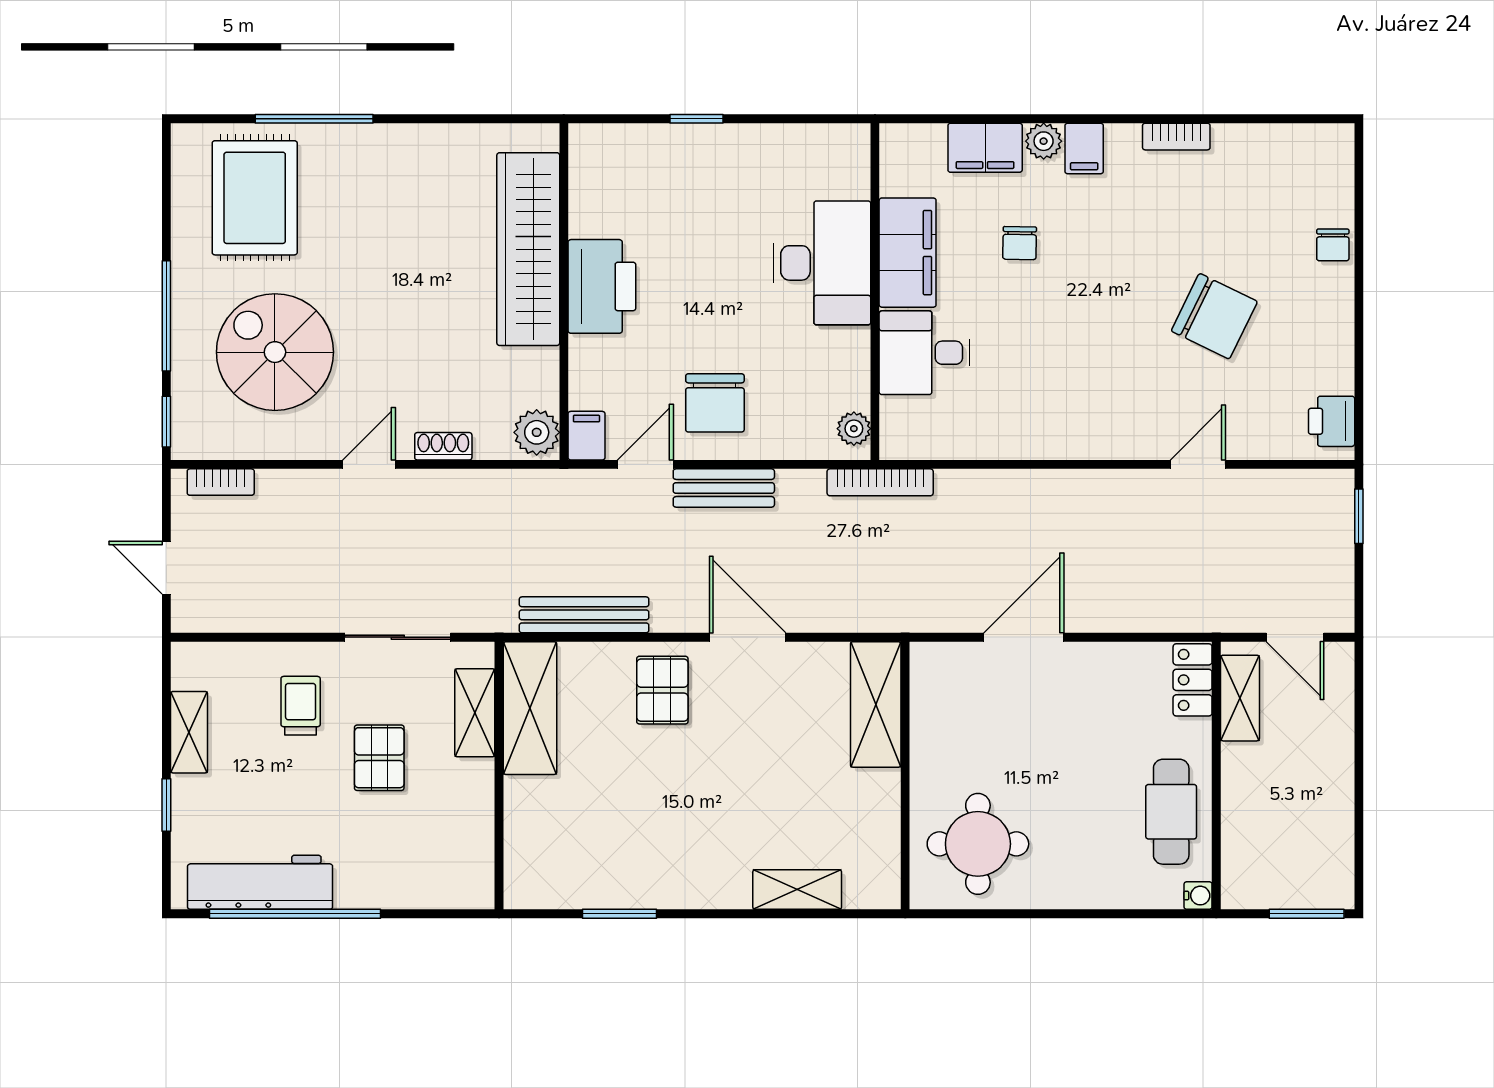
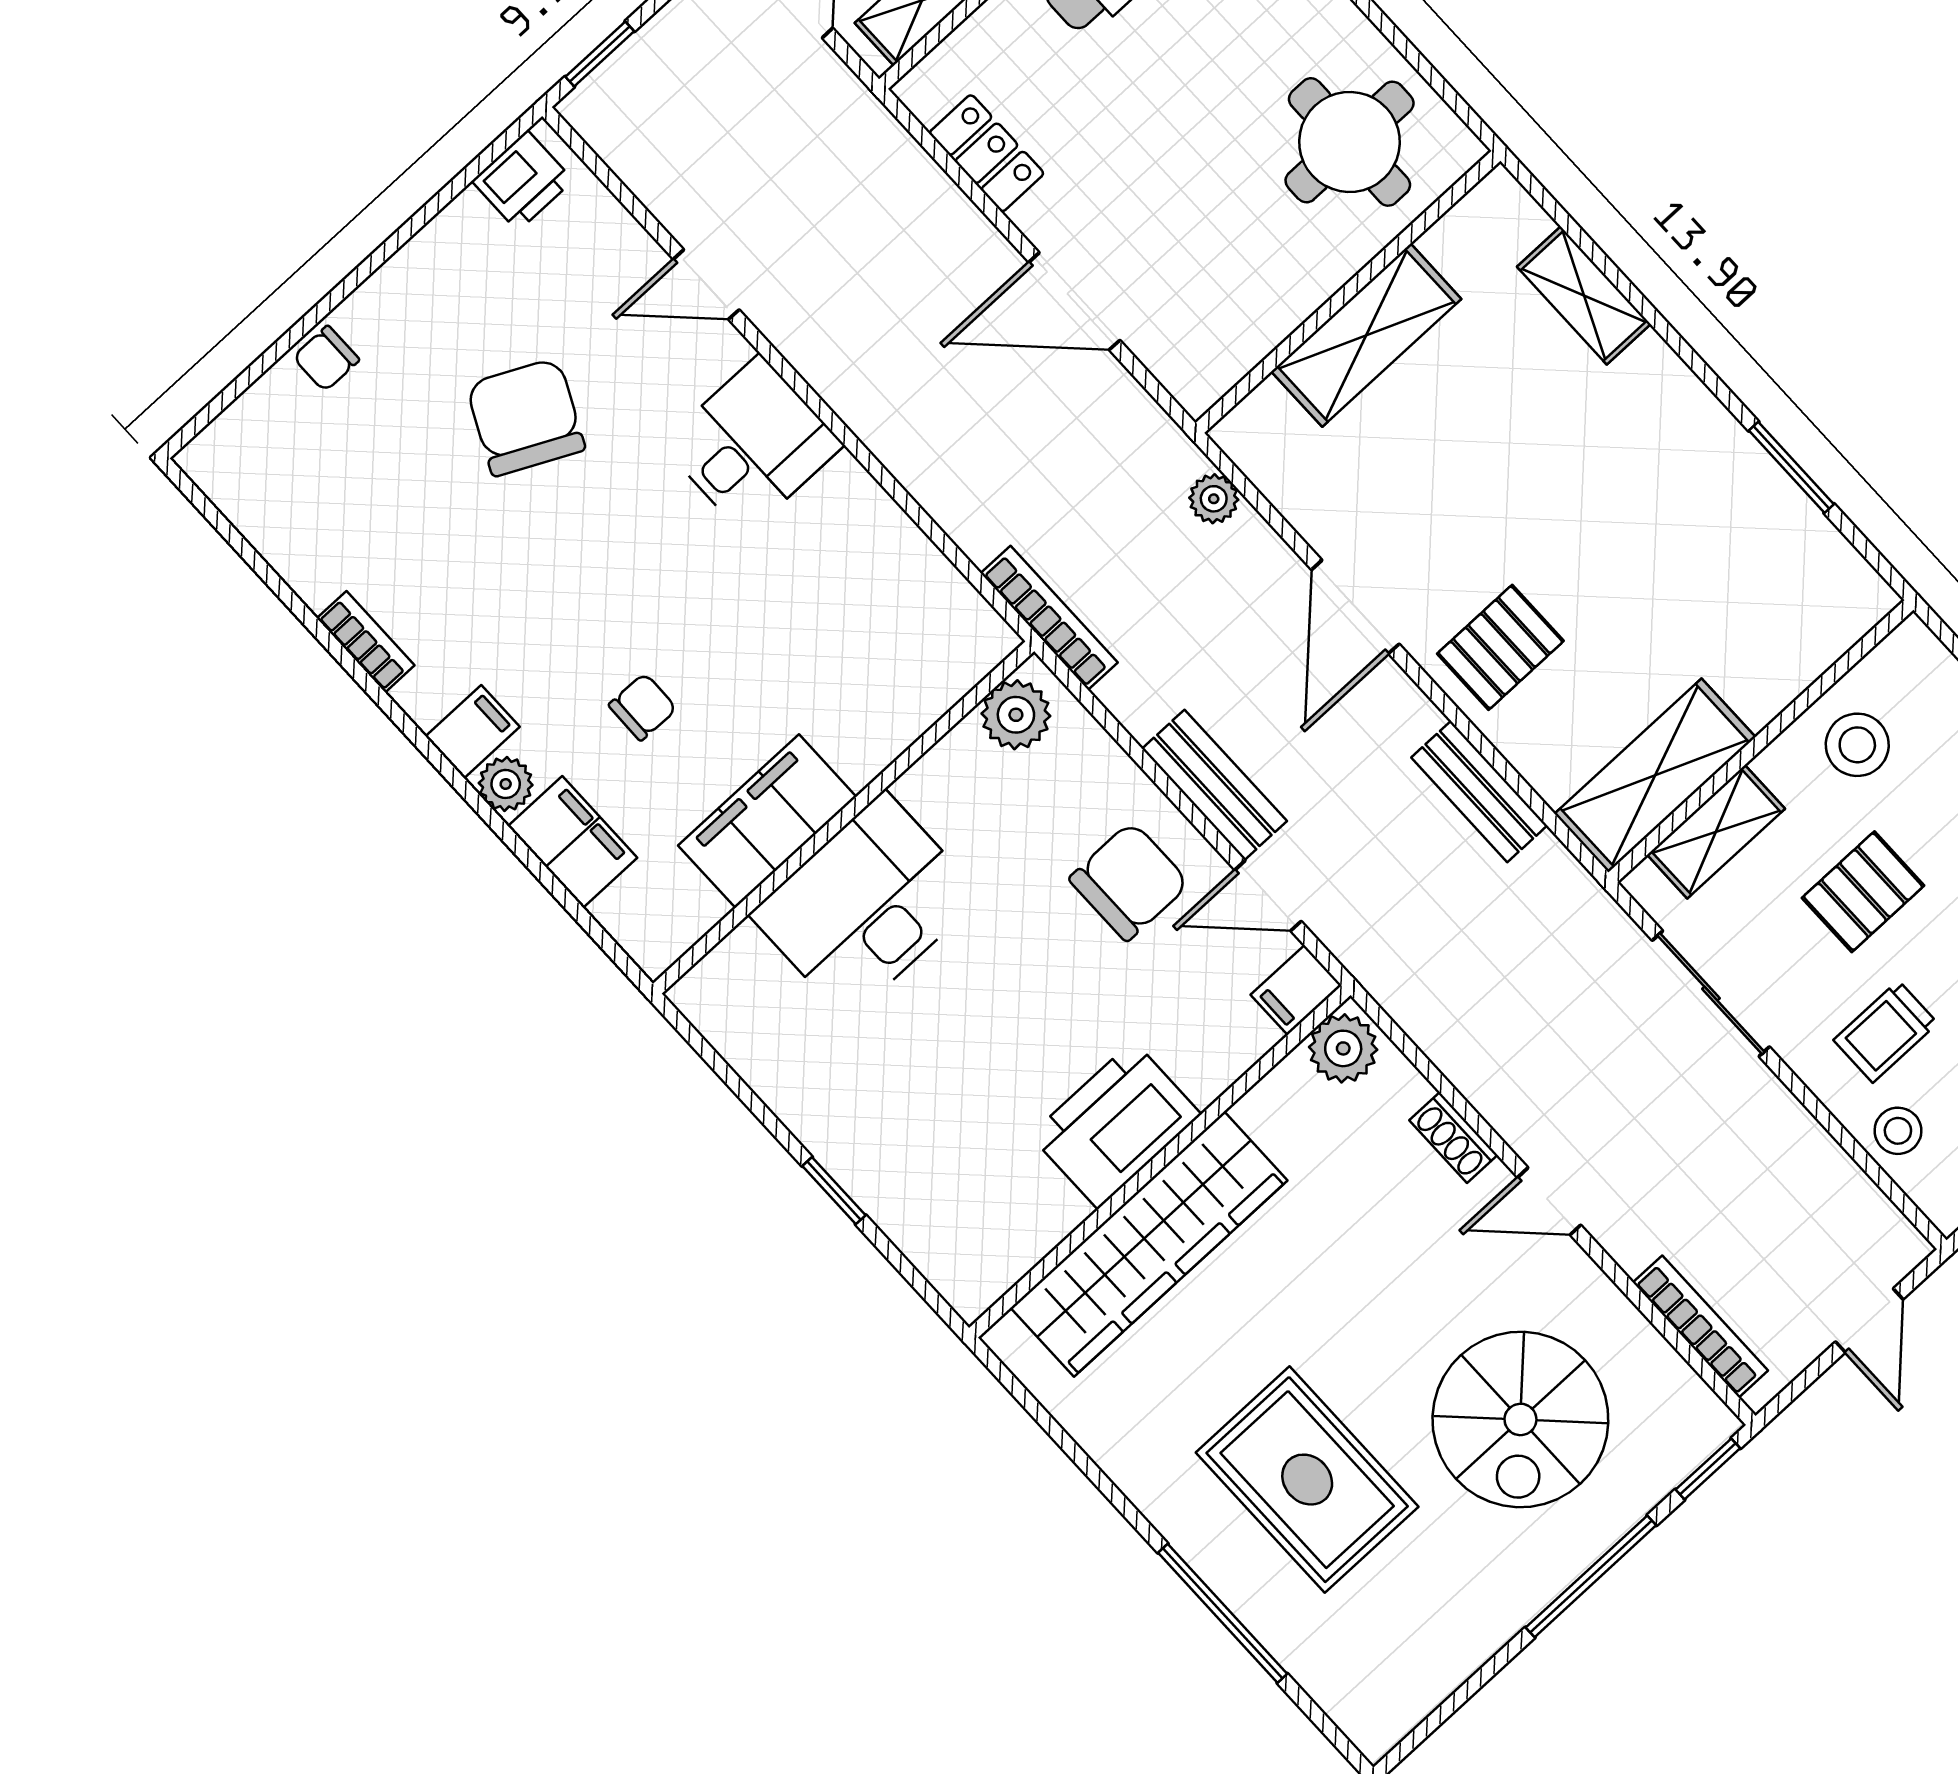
rug: (255, 198) -> (1307, 1480), moved, turned 90
chair: (1333, 245) -> (326, 358), turned 180
desk: (924, 353) -> (752, 445), moved, turned -90
plant: (854, 429) -> (1016, 715), width x1.38, depth x1.38
bookcase: (221, 482) -> (1700, 1327), width x1.56
bench: (584, 615) -> (1479, 791), width x0.73
plant: (864, 617) -> (1214, 499), added
stool: (246, 667) -> (1898, 1131), added
locker: (1193, 680) -> (986, 153), moved, turned -90
shelving: (876, 704) -> (1366, 335), moved
stool: (454, 821) -> (1857, 745), added

